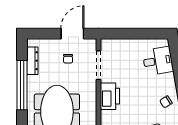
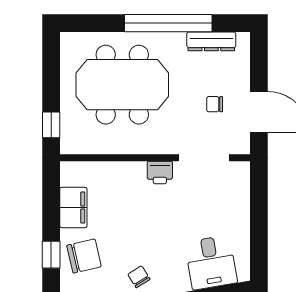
printer: (110, 96) -> (160, 172), width x0.53, depth x0.68

